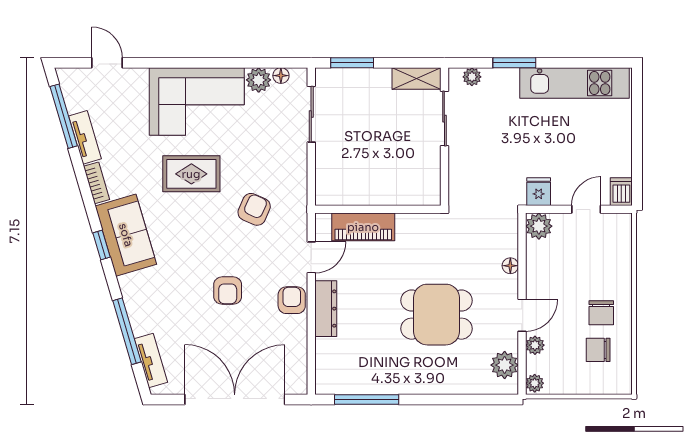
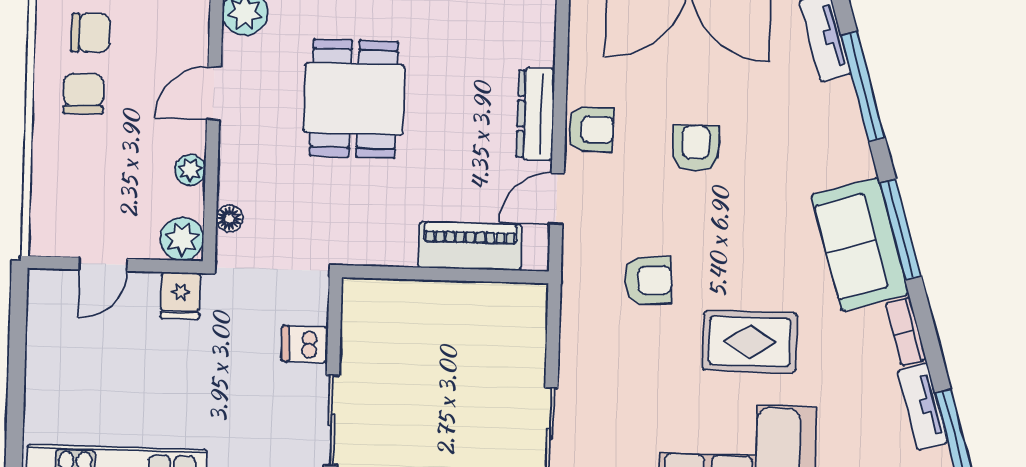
dishwasher: (621, 192) -> (305, 344), moved, turned 90
armchair: (254, 209) -> (648, 280), turned -117
window: (102, 245) -> (900, 229), width x2.17
floor lamp: (510, 266) -> (229, 218), moved
armchair: (292, 300) -> (591, 129), turned -90
dining table: (437, 315) -> (354, 99), turned 90
plant: (535, 345) -> (190, 170), moved

